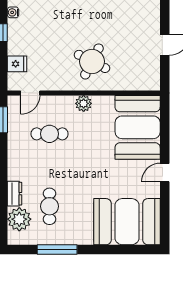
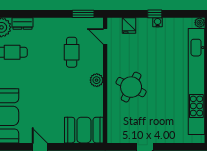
water cooler: (13, 12) -> (158, 22), moved
booth: (138, 127) -> (84, 130), width x0.73, depth x0.70

